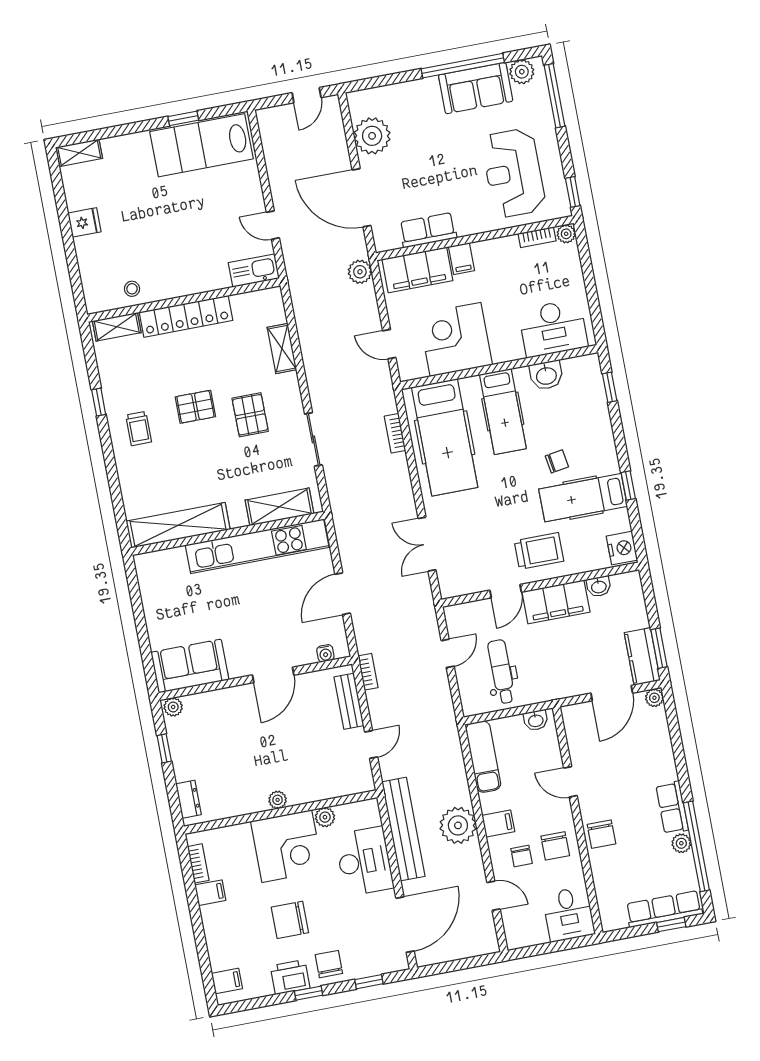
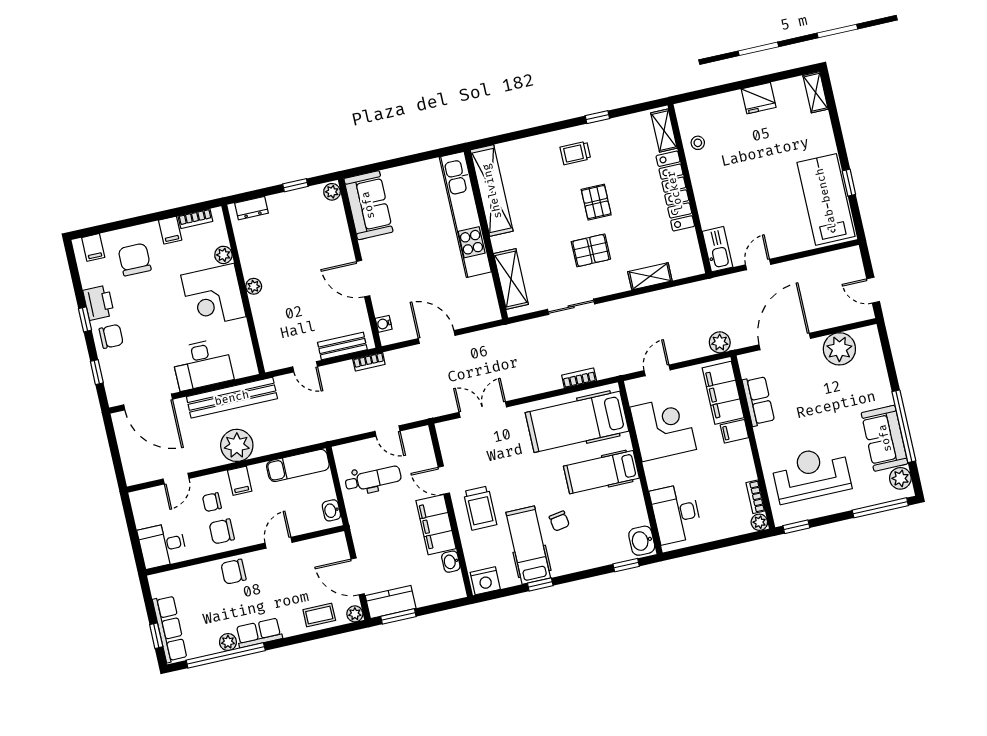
fridge: (84, 222) -> (759, 98), width x1.38
washbasin: (546, 375) -> (642, 541), moved
kitchen unit: (257, 546) -> (465, 214), moved
coffee table: (654, 738) -> (319, 615), added
plant: (325, 817) -> (223, 255), moved
chair: (290, 920) -> (135, 260), moved

